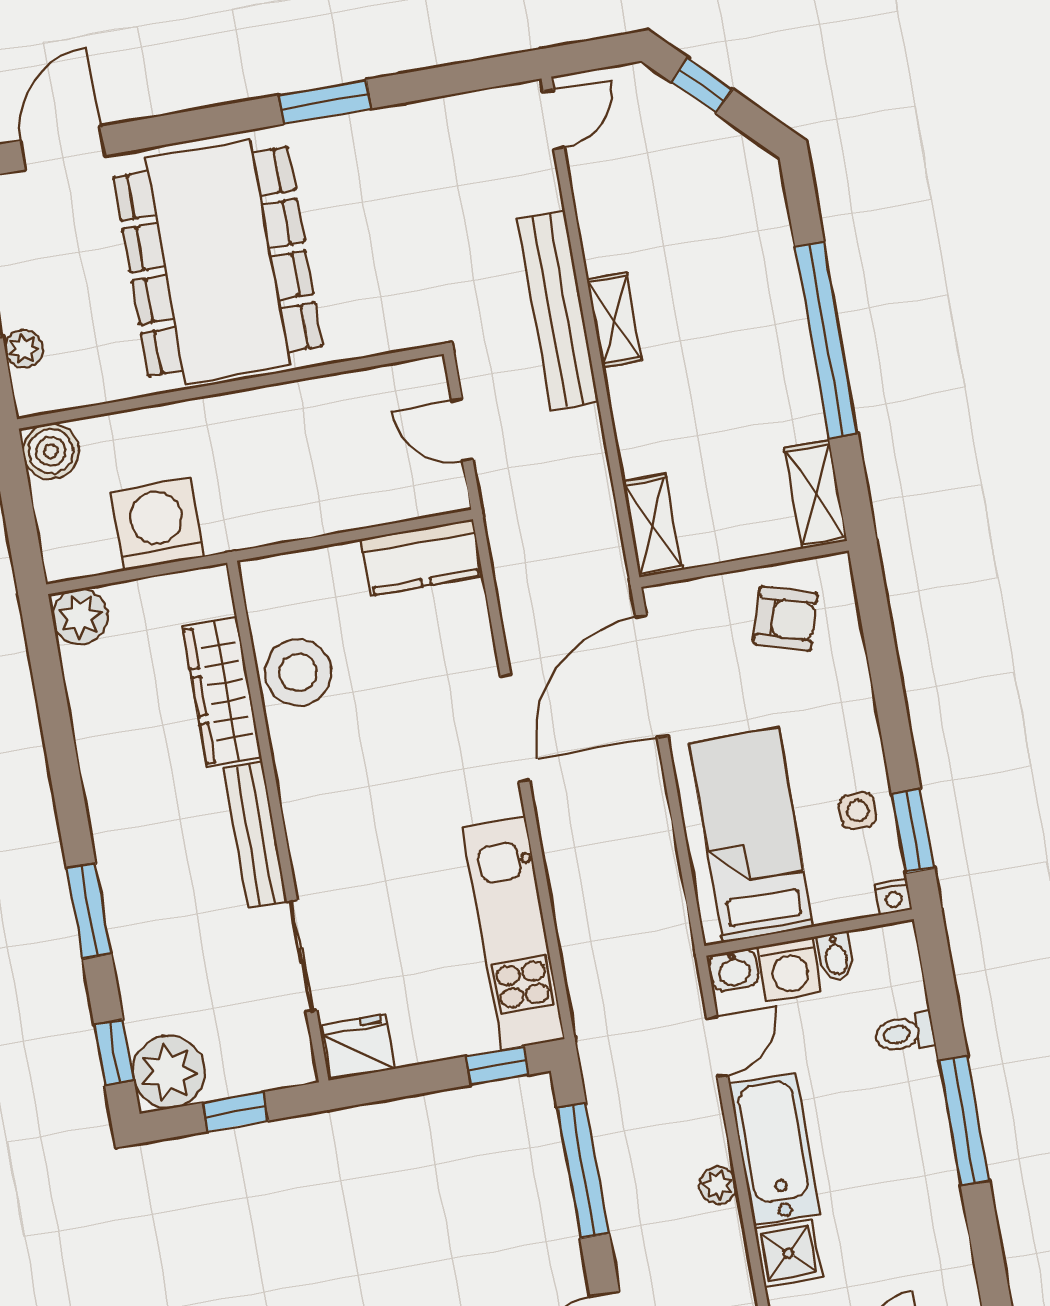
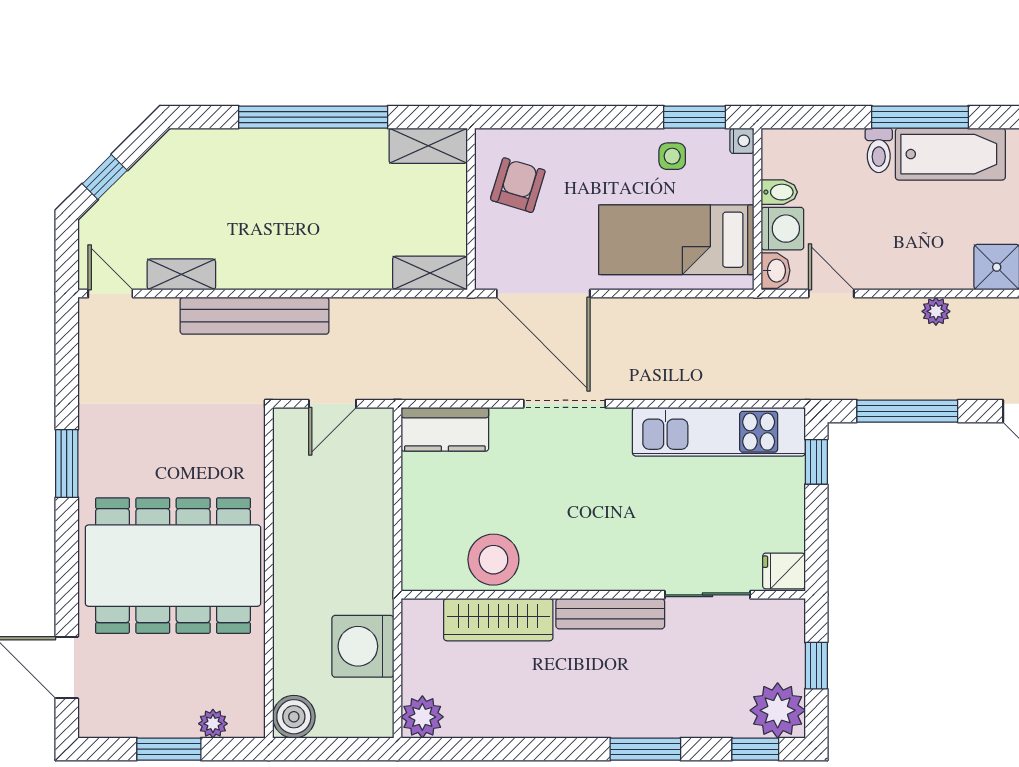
shelving: (614, 320) -> (181, 274), moved
kitchen counter: (422, 557) -> (445, 429), moved, turned 90
toilet: (905, 1033) -> (879, 150), moved
fridge: (358, 1047) -> (784, 571), width x0.72
bathtub: (774, 1149) -> (950, 154), moved, turned 180

